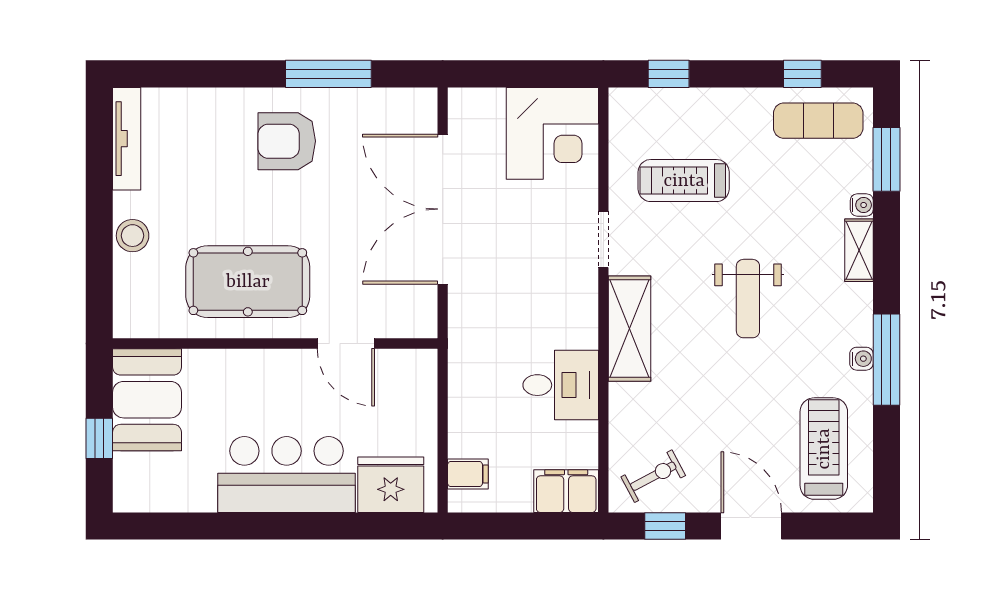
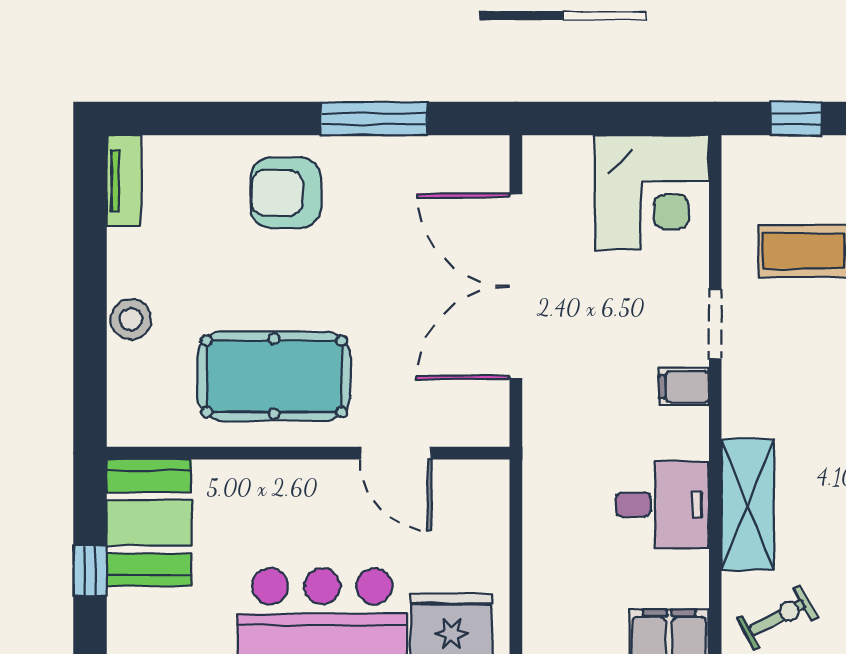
tv unit: (127, 139) -> (124, 180), width x0.71
armchair: (287, 141) -> (286, 193), moved
shelving: (630, 329) -> (748, 505), moved
filing cabinet: (468, 474) -> (684, 387), moved, turned 180

